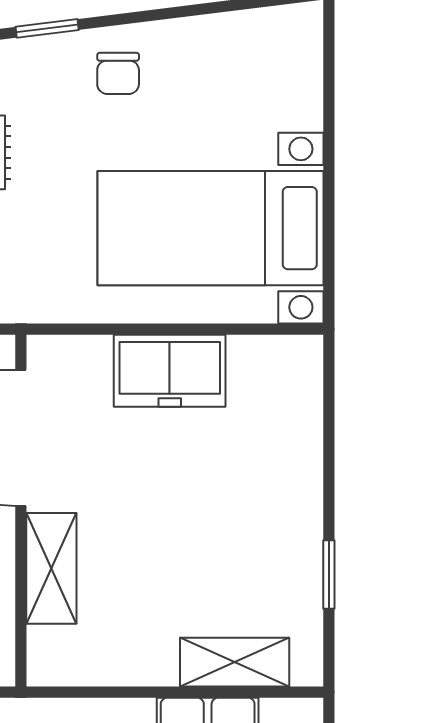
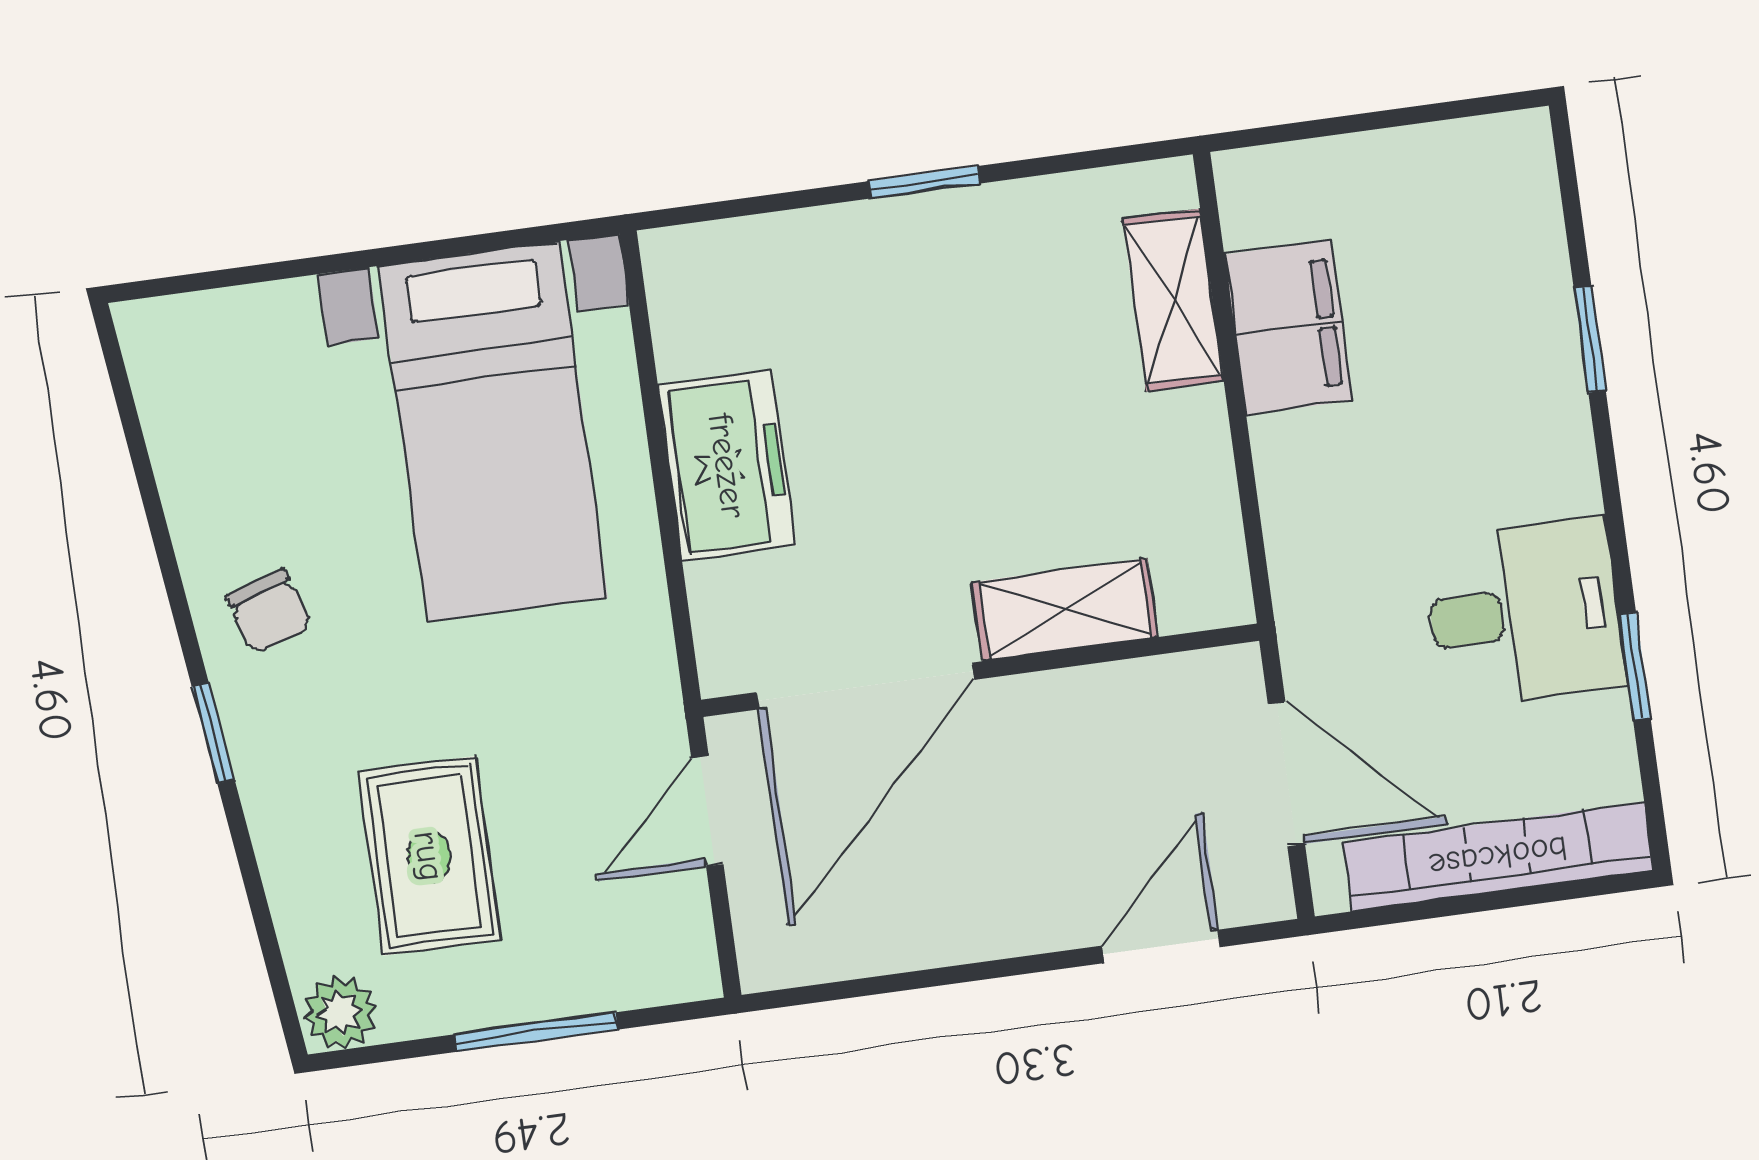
chair: (118, 73) -> (269, 611), turned 72
window: (329, 575) -> (924, 182), moved

